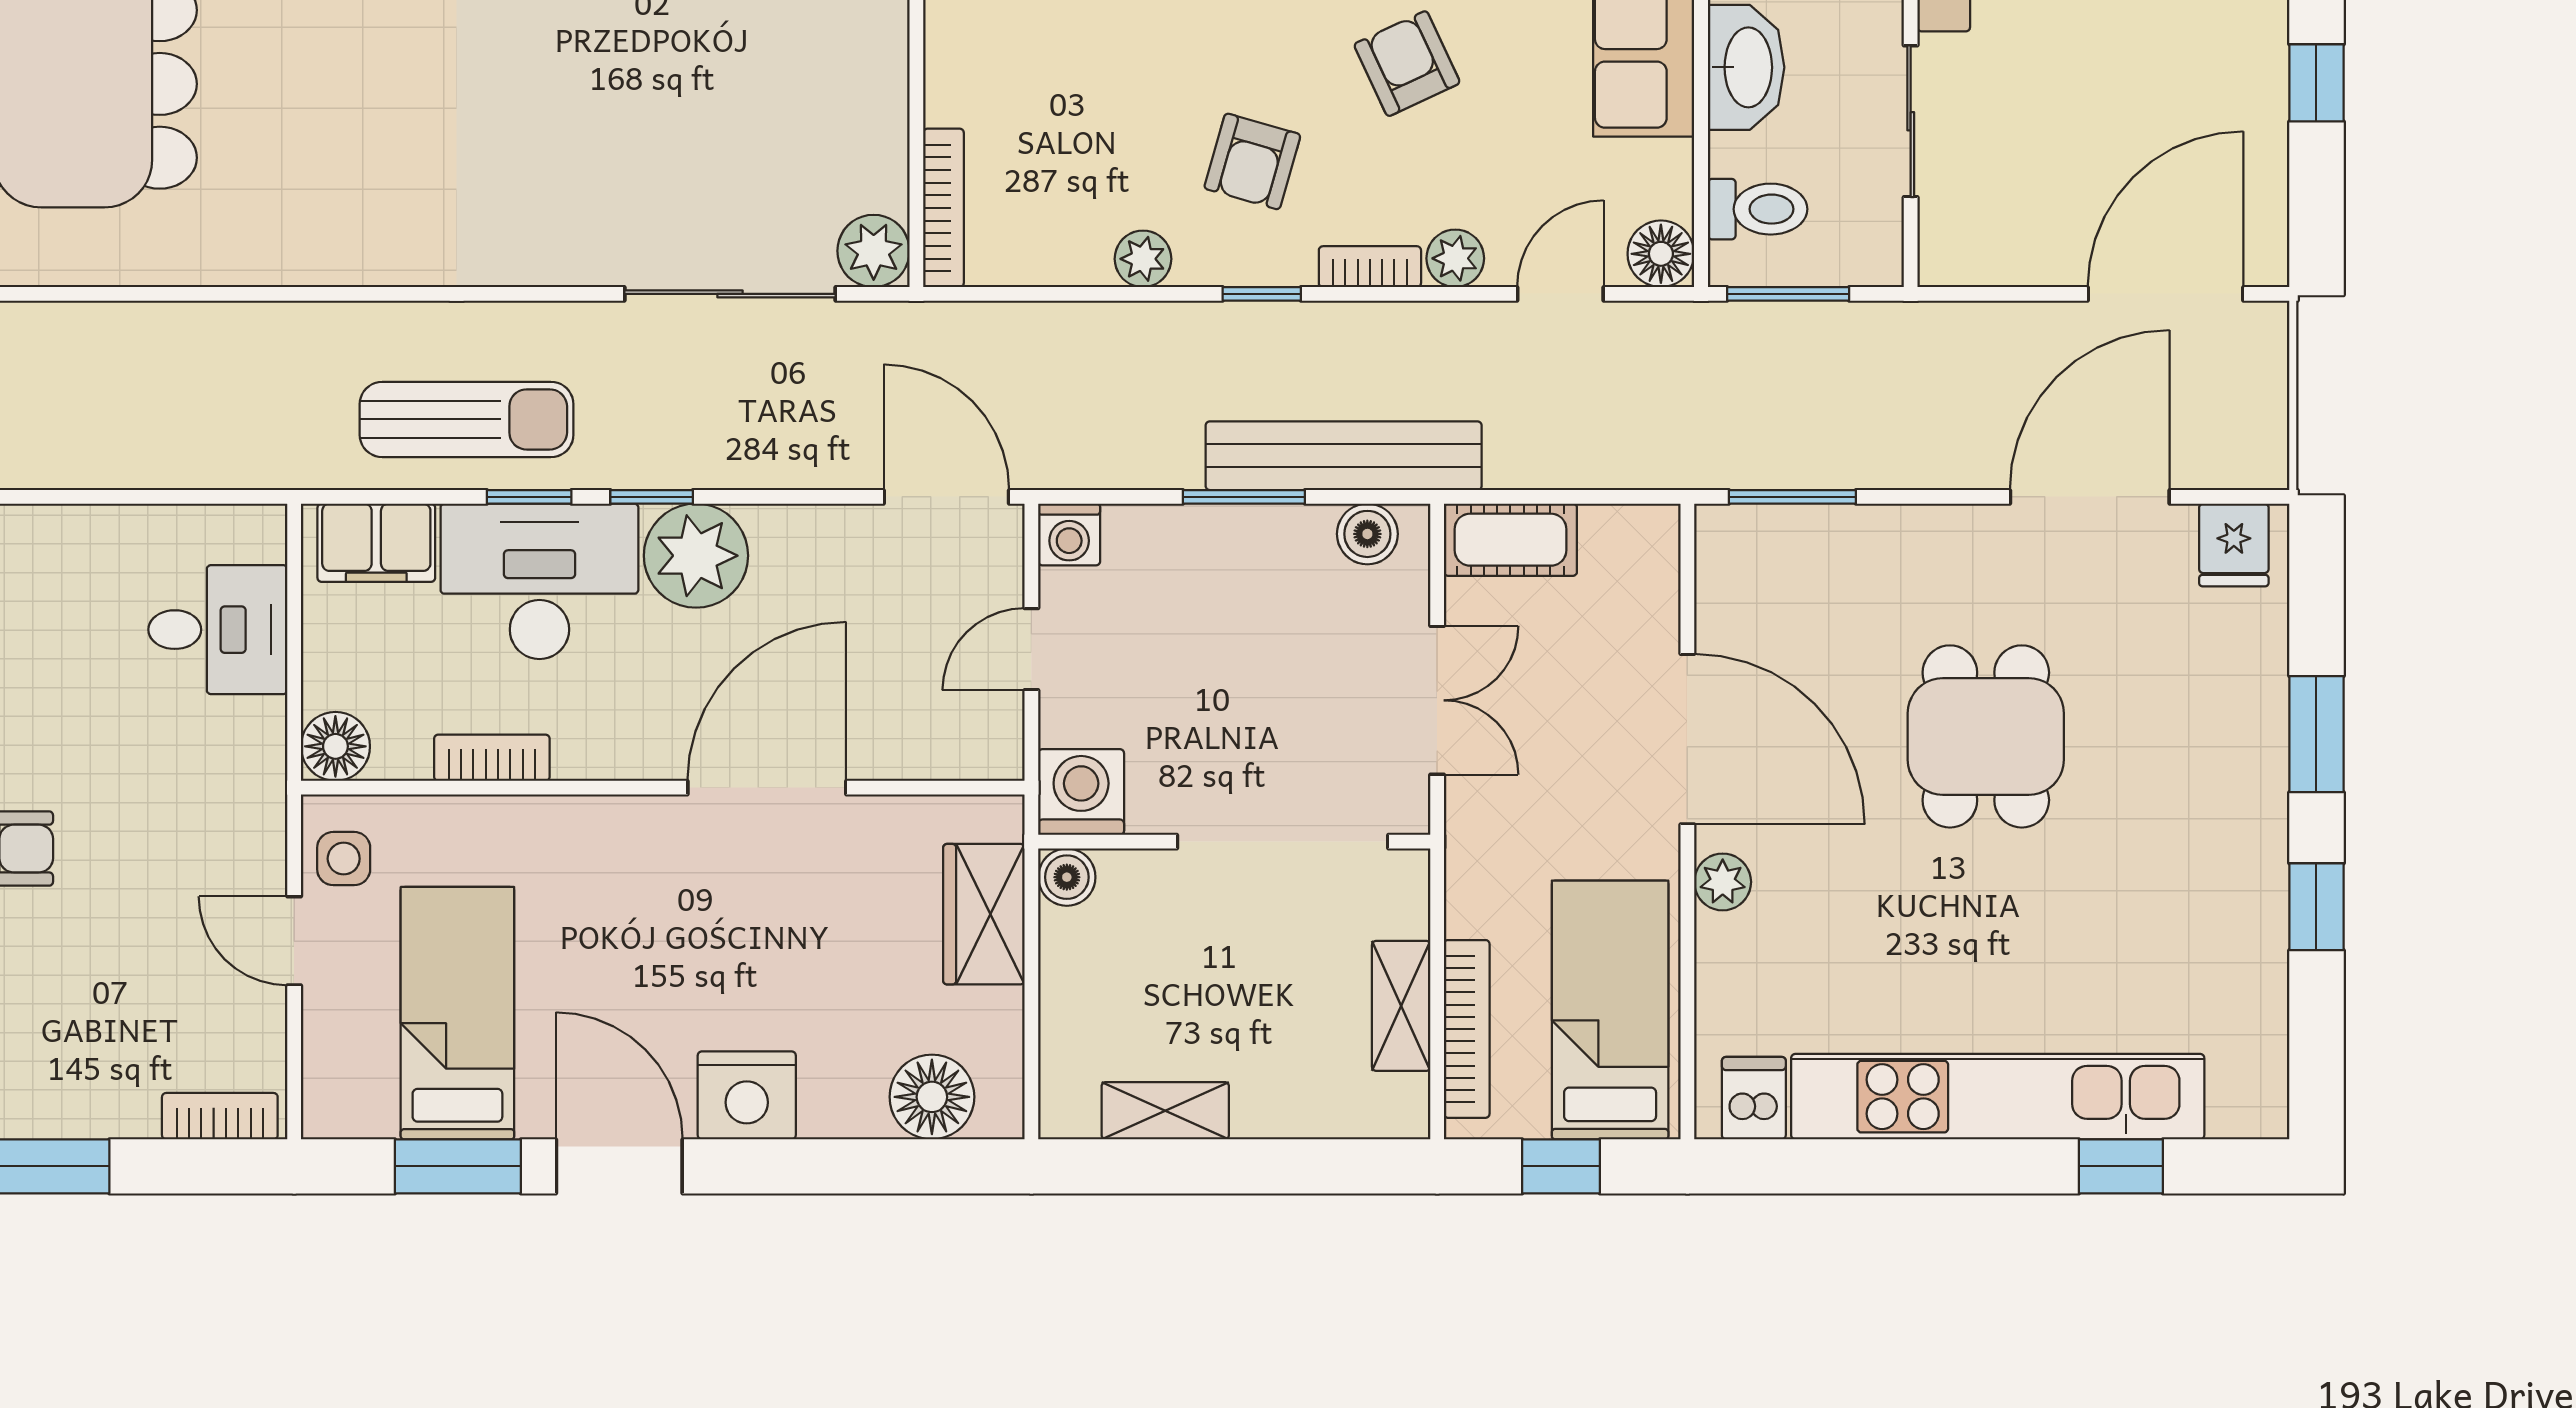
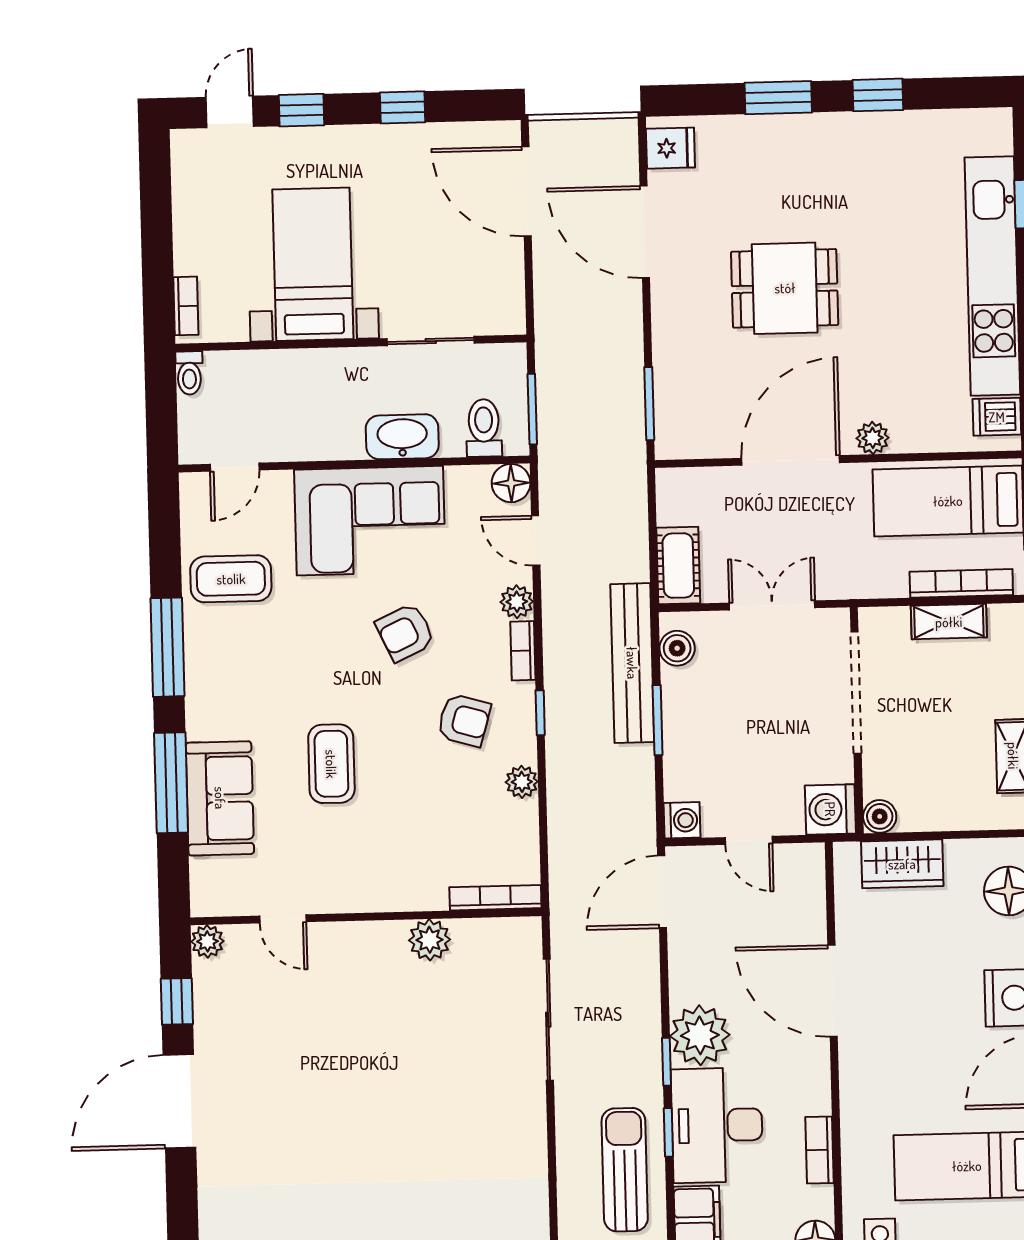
plant: (874, 251) -> (430, 940), moved

